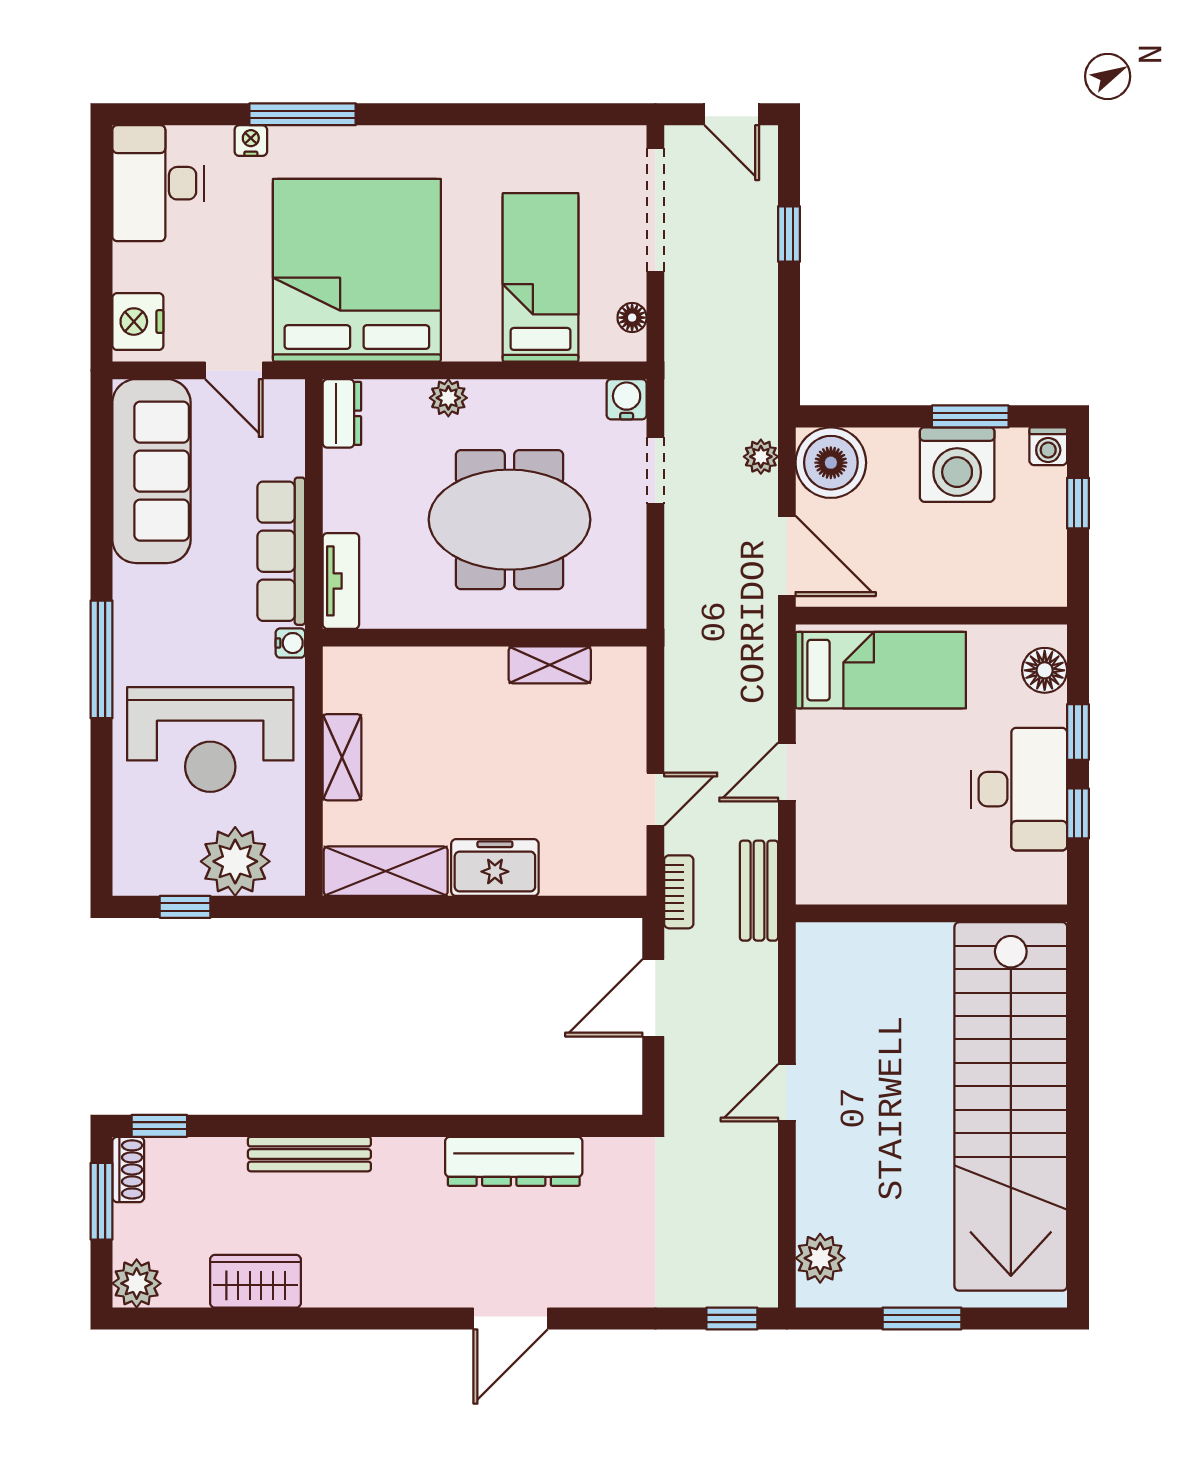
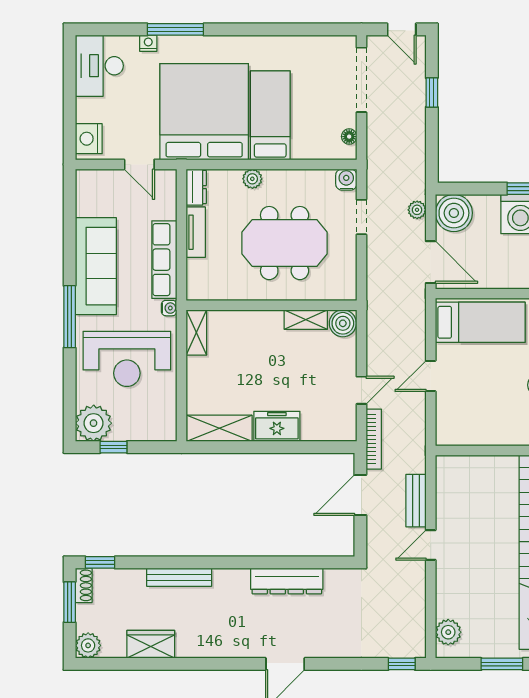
bed: (541, 277) -> (270, 115), moved
sofa: (151, 471) -> (96, 266), moved
tv unit: (341, 581) -> (196, 232), moved
boiler: (620, 672) -> (343, 323), added
shelving: (342, 757) -> (196, 332), moved
plant: (235, 861) -> (94, 423), moved
bench: (759, 891) -> (416, 501), moved
bookcase: (679, 892) -> (374, 439), width x1.56

